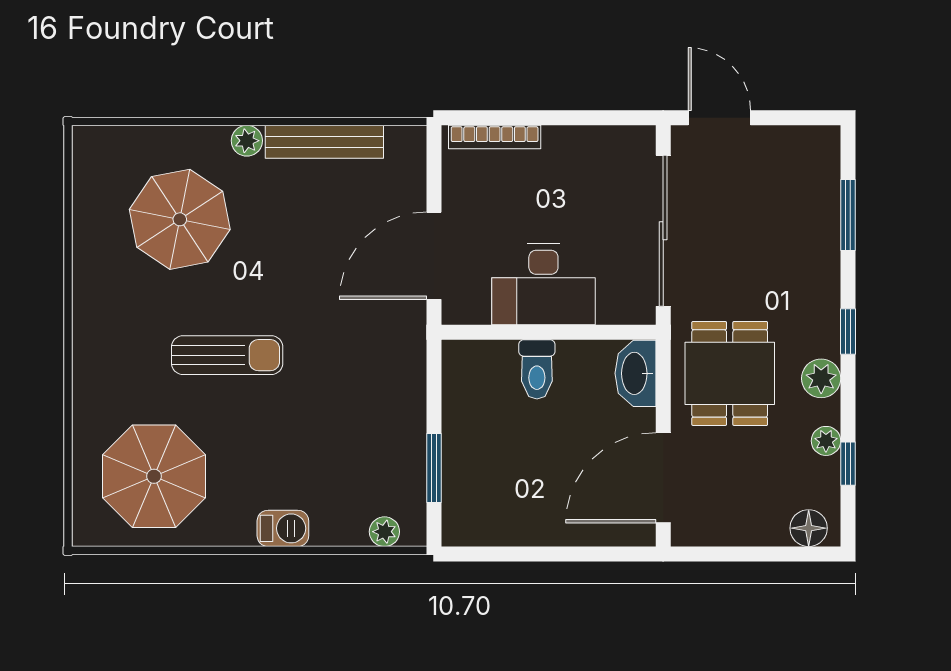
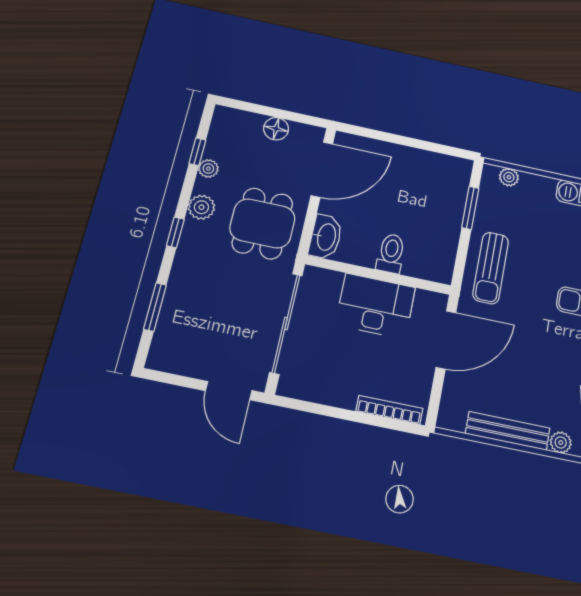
sun lounger: (388, 380) -> (491, 268), added
floor lamp: (809, 528) -> (276, 129), moved

